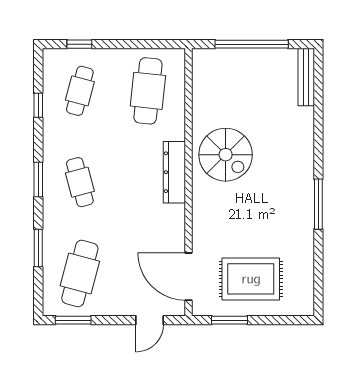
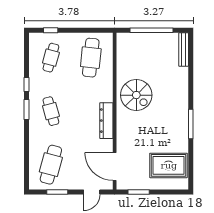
window: (38, 105) -> (27, 84), moved
dresser: (174, 172) -> (106, 121), moved
window: (38, 248) -> (27, 150), removed
rug: (251, 279) -> (169, 165), moved
window: (73, 320) -> (57, 192), moved

